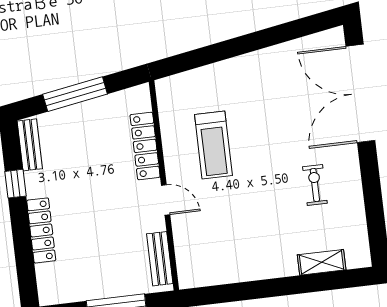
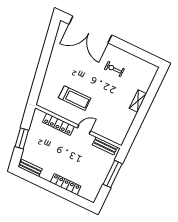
window: (75, 94) -> (22, 138), width x0.69
window: (16, 184) -> (42, 183), removed
shelving: (322, 262) -> (138, 101), moved

